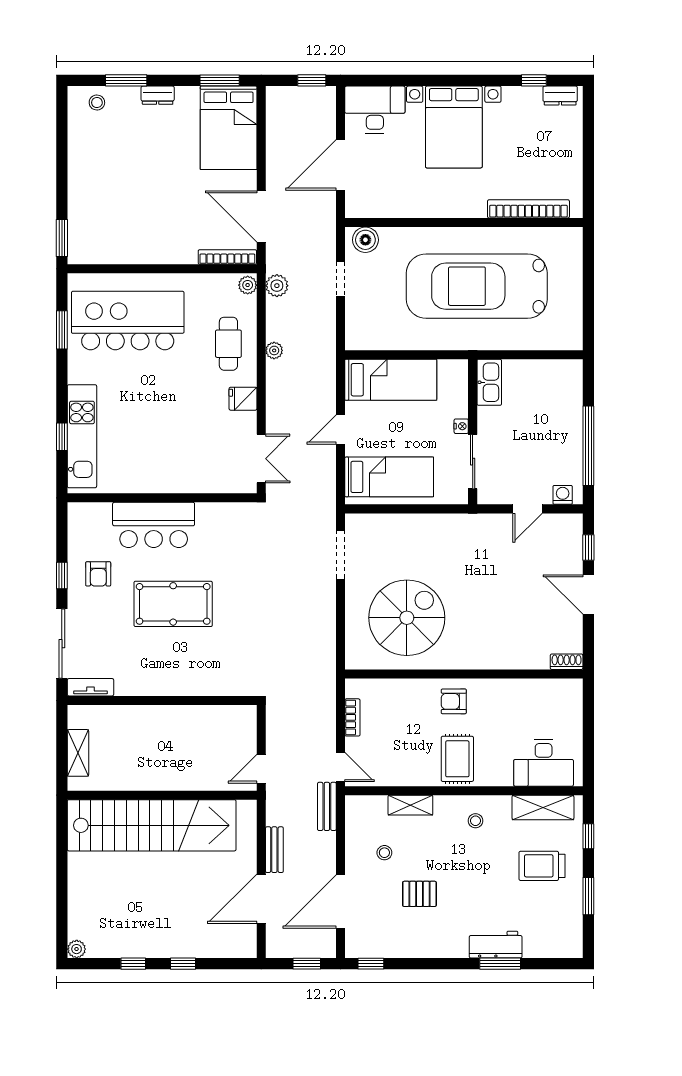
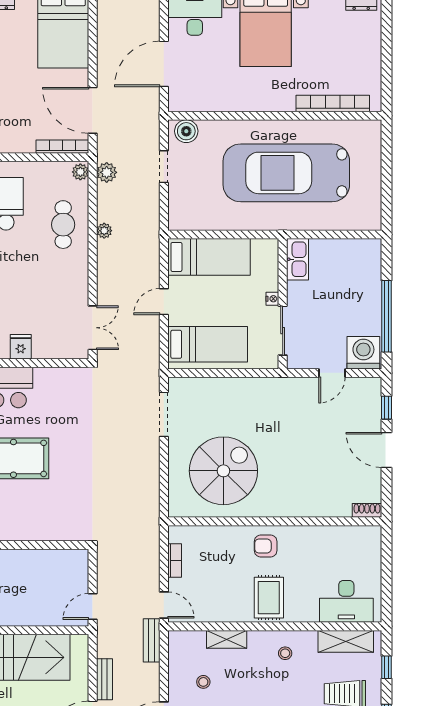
fridge: (243, 399) -> (21, 347), moved, turned 90
washing machine: (563, 495) -> (363, 353), width x1.89, depth x1.89

